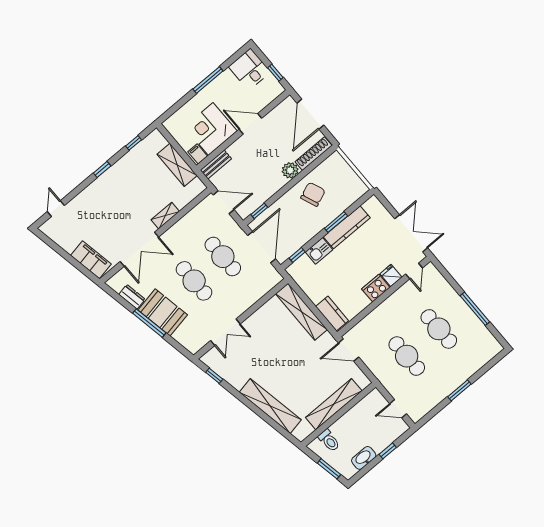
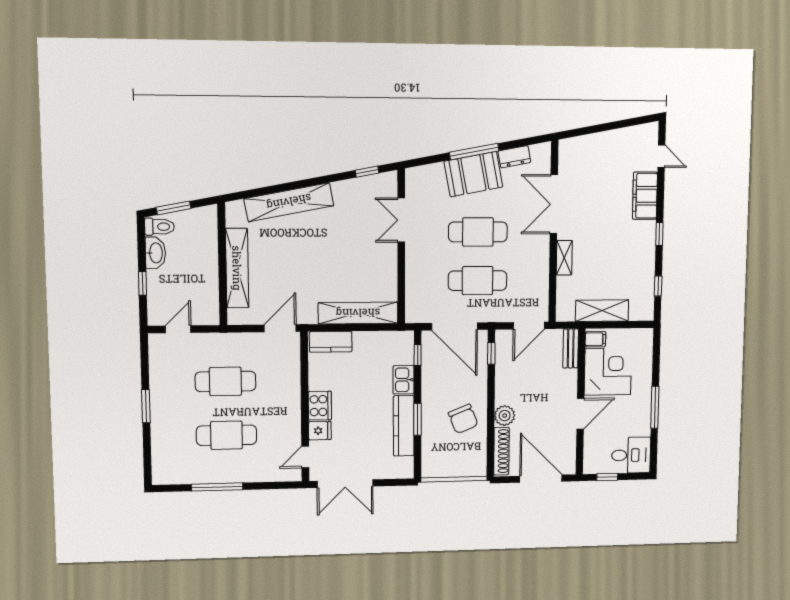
filing cabinet: (91, 260) -> (645, 196), moved, turned 101
door: (414, 271) -> (305, 457), hinge flipped
toilet: (329, 440) -> (159, 227), moved, turned 180

